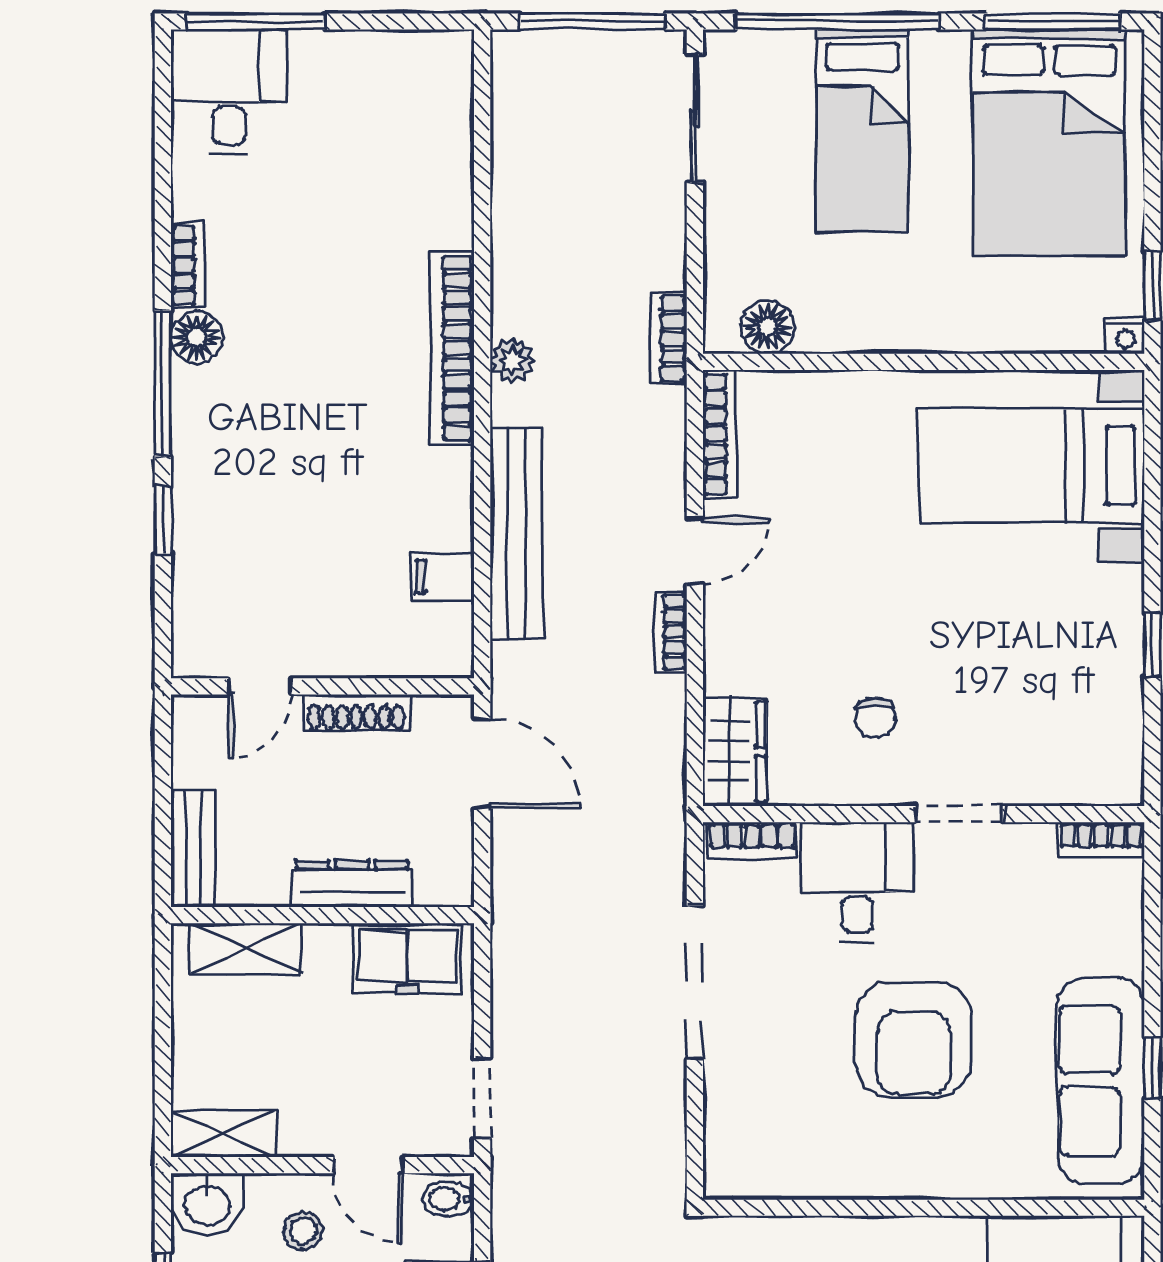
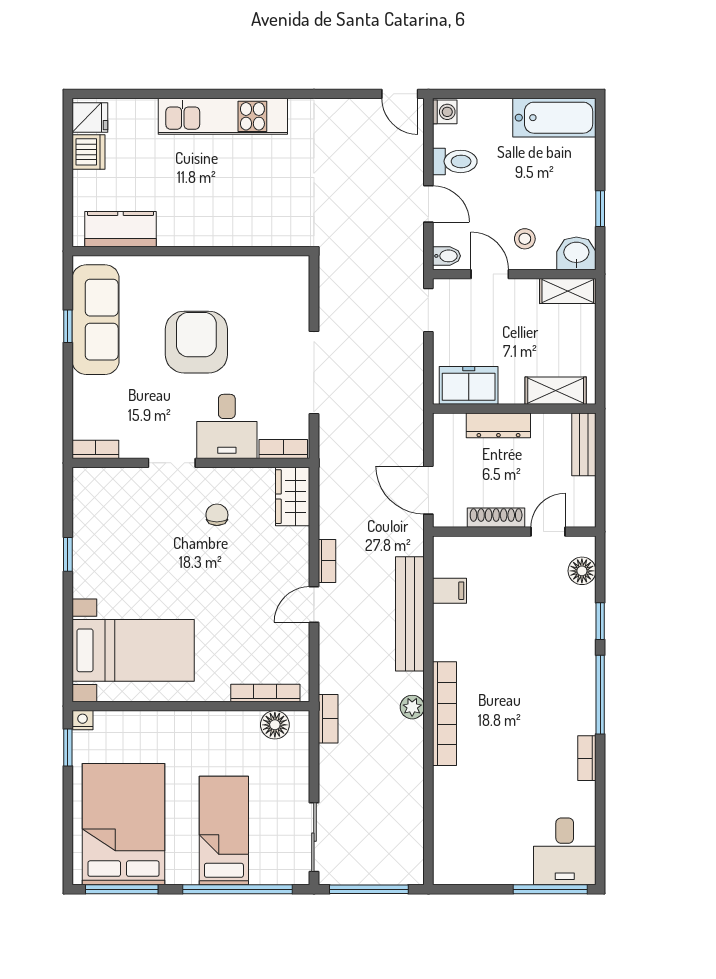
floor lamp: (197, 337) -> (582, 571), moved
bookcase: (719, 434) -> (265, 693), moved, turned 90

